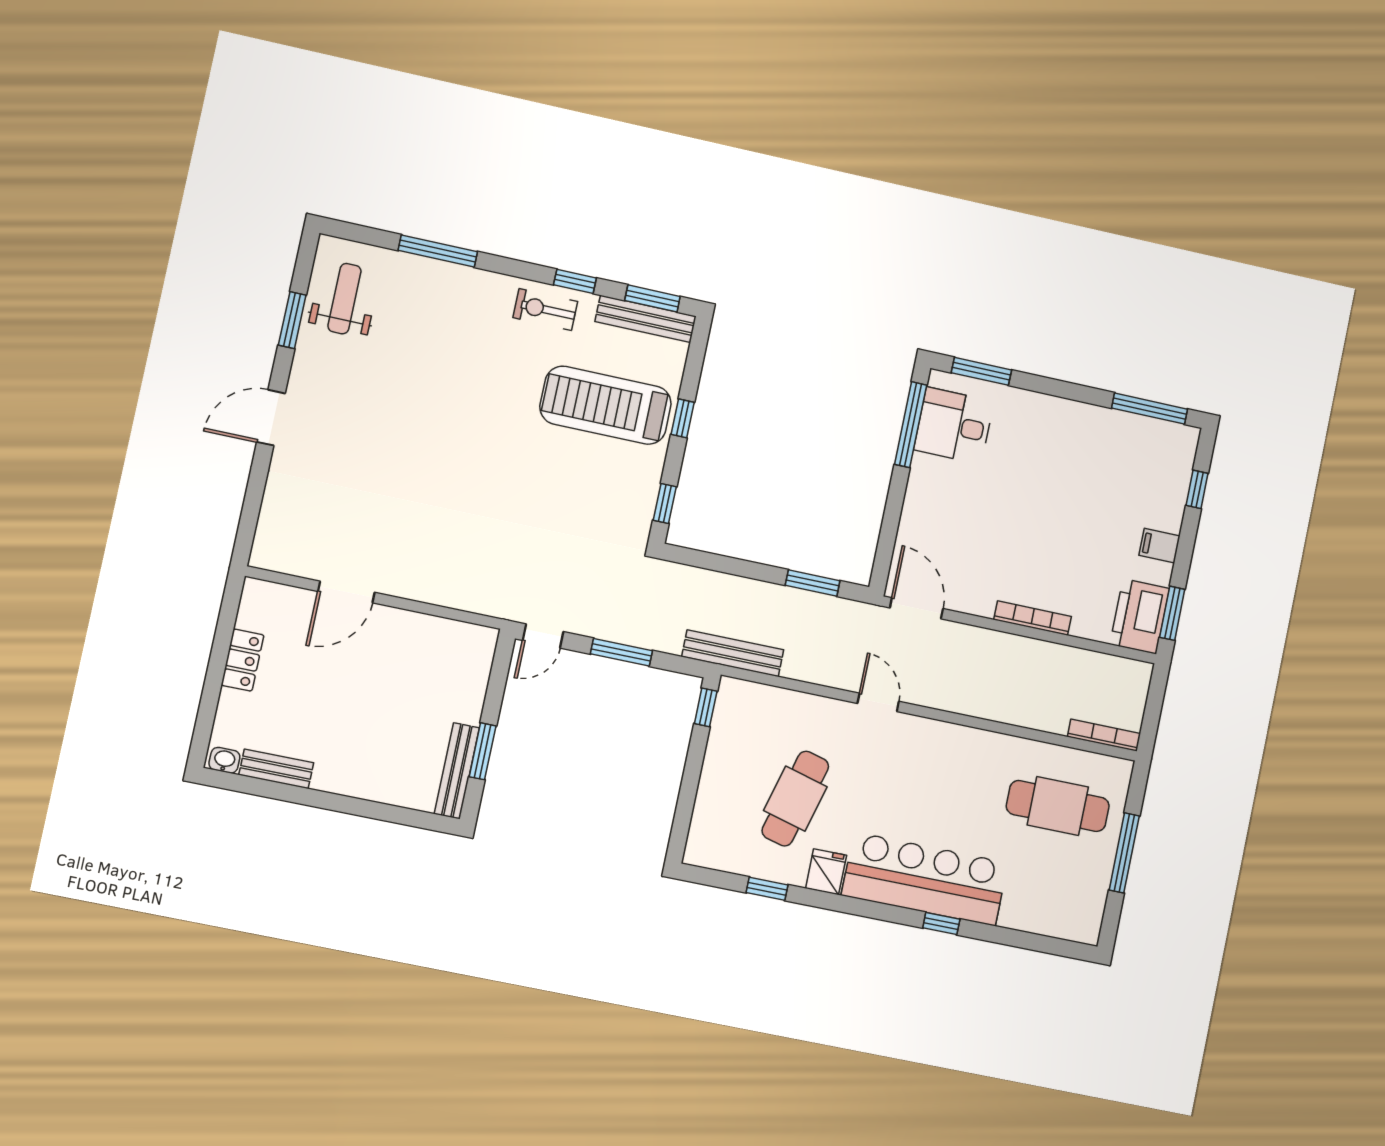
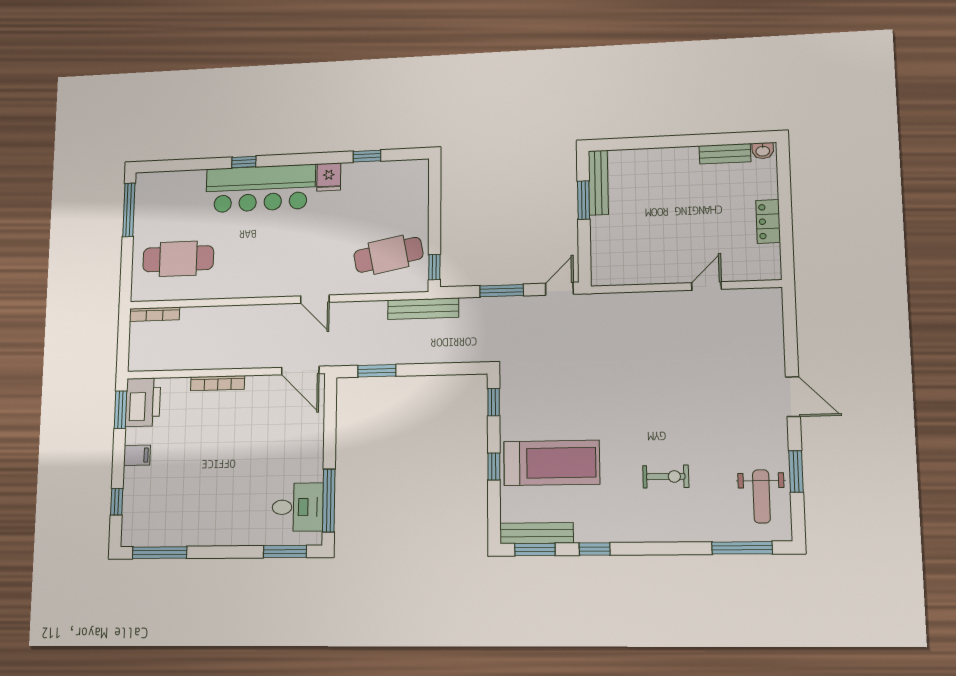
window: (438, 251) -> (742, 548), moved
exercise bike: (545, 310) -> (666, 477), moved
door: (271, 418) -> (793, 397), hinge flipped
door: (346, 592) -> (707, 286), width x0.73
cafe table: (795, 799) -> (388, 255), moved, turned 64
window: (1124, 853) -> (129, 210), moved

